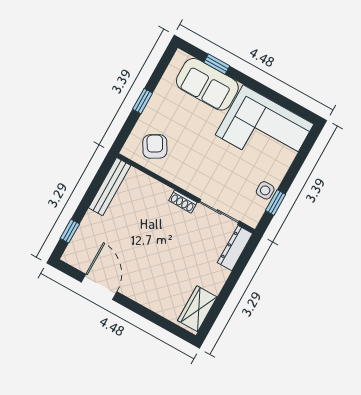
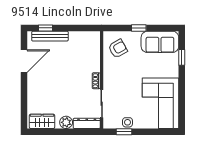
sofa: (207, 84) -> (160, 42), moved, turned -90
bench: (110, 187) -> (50, 36), moved
plant: (217, 276) -> (66, 122), added

